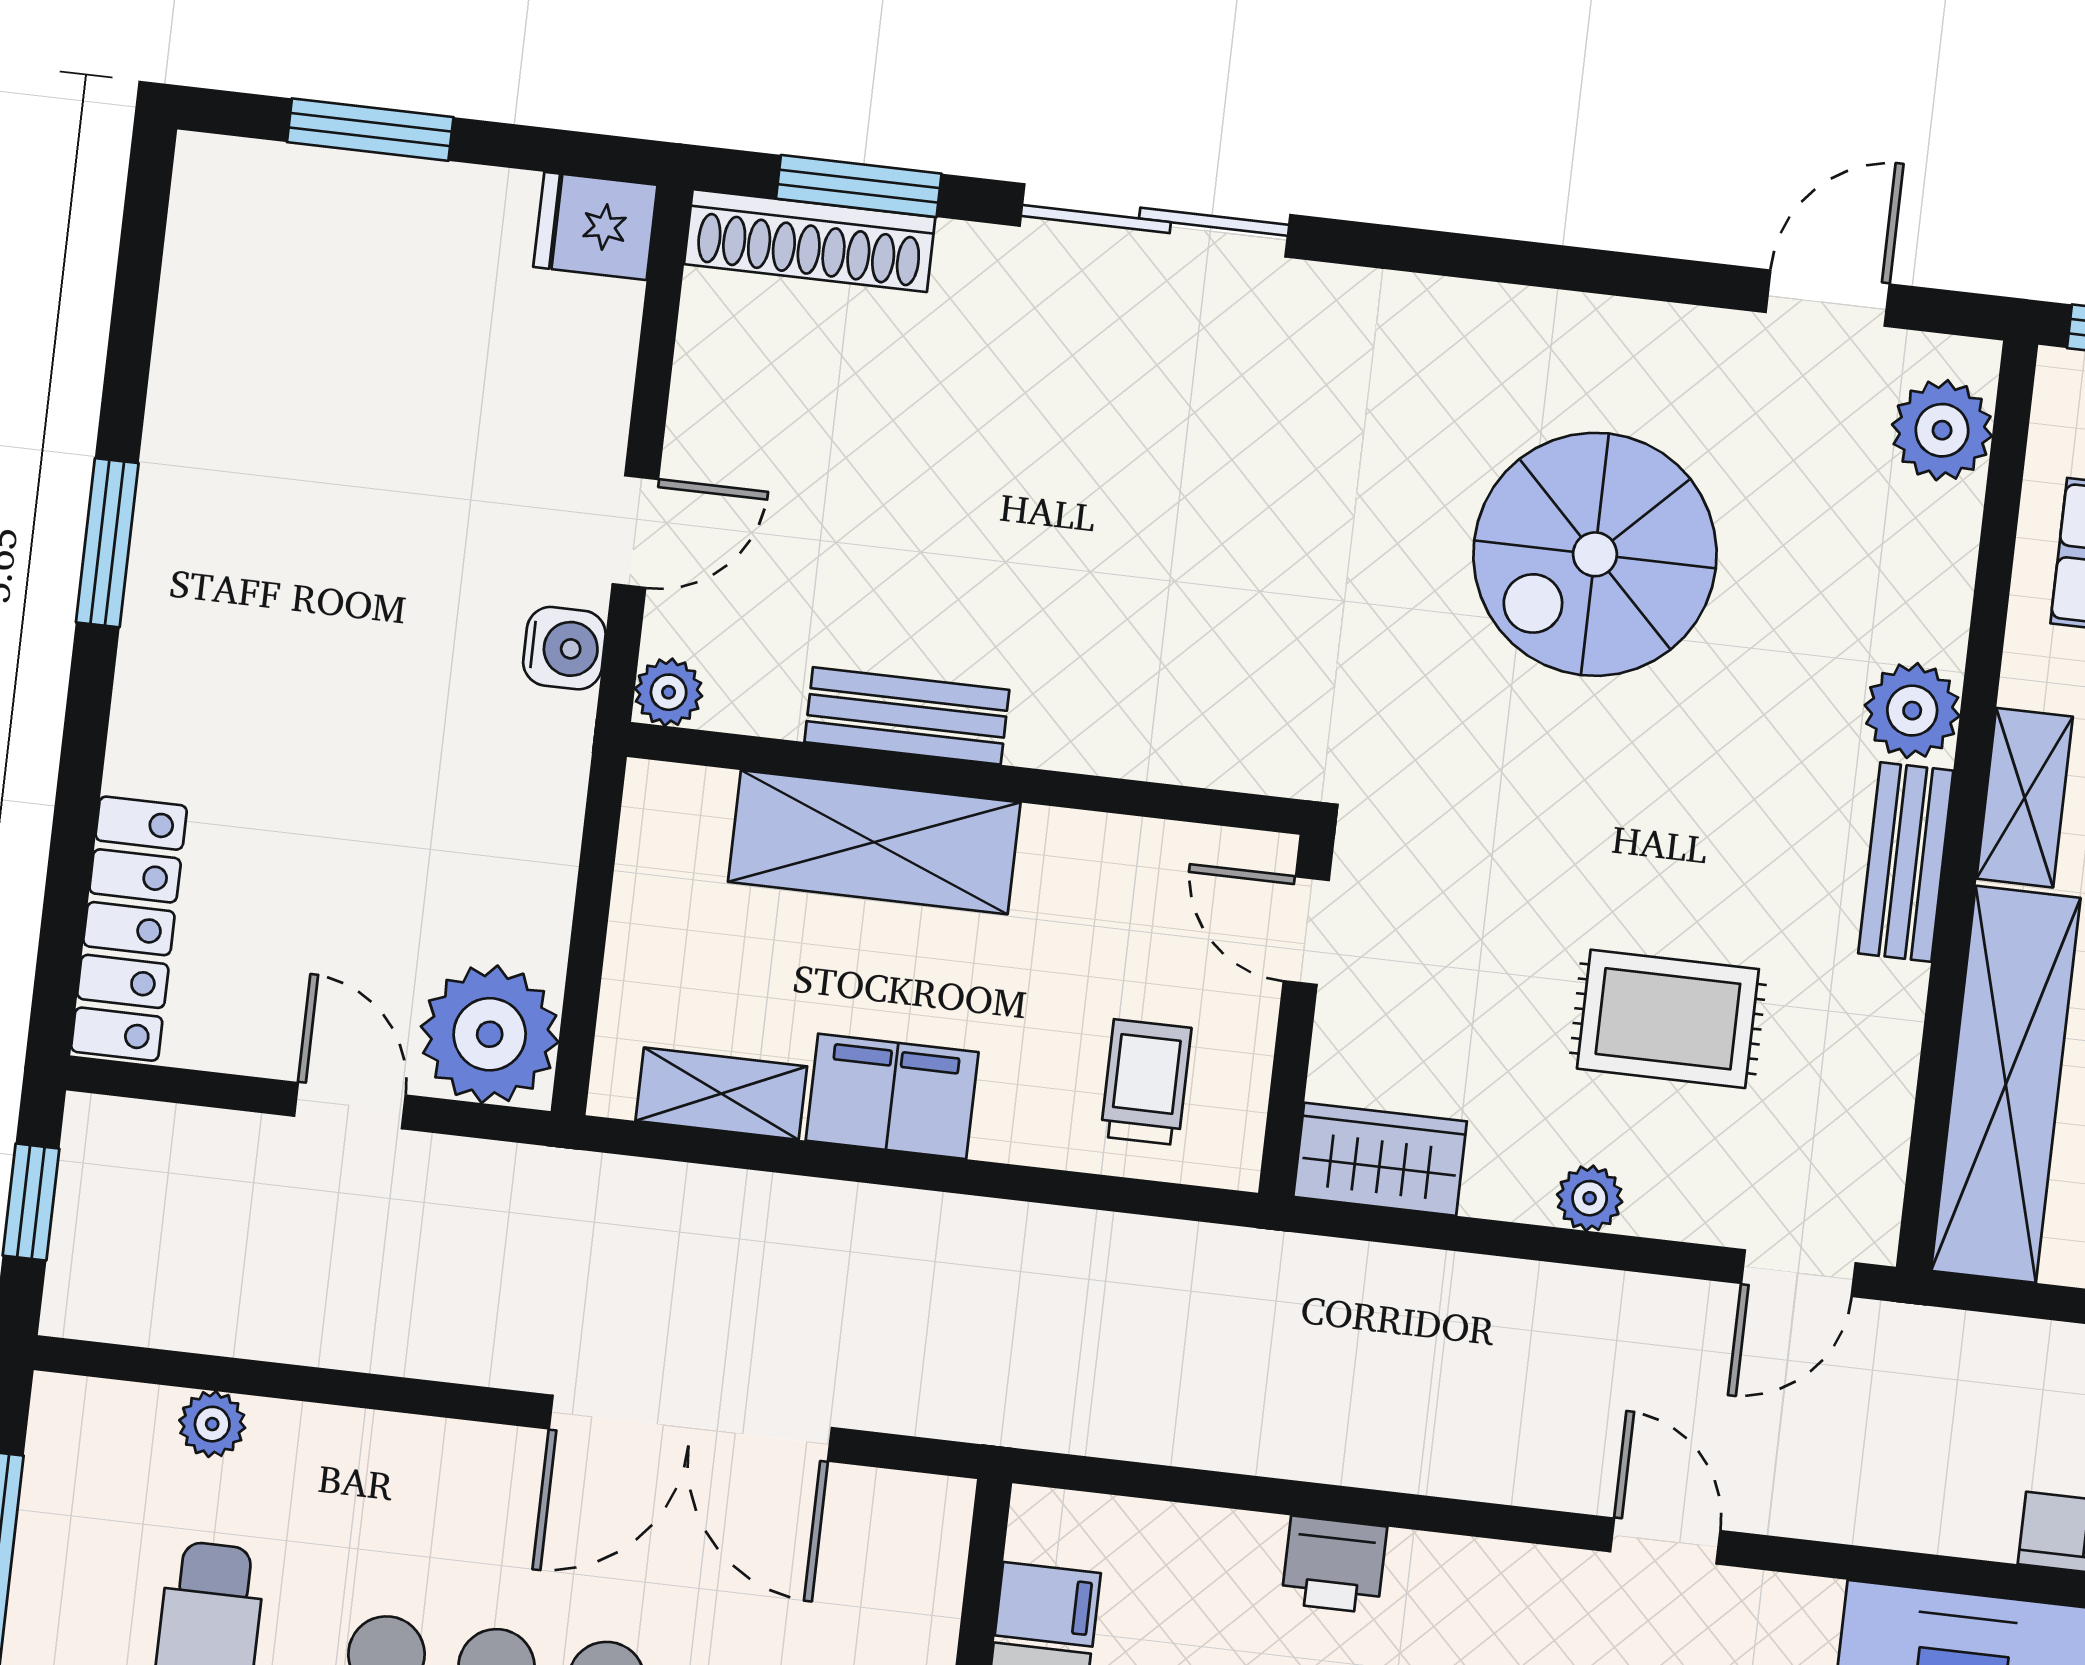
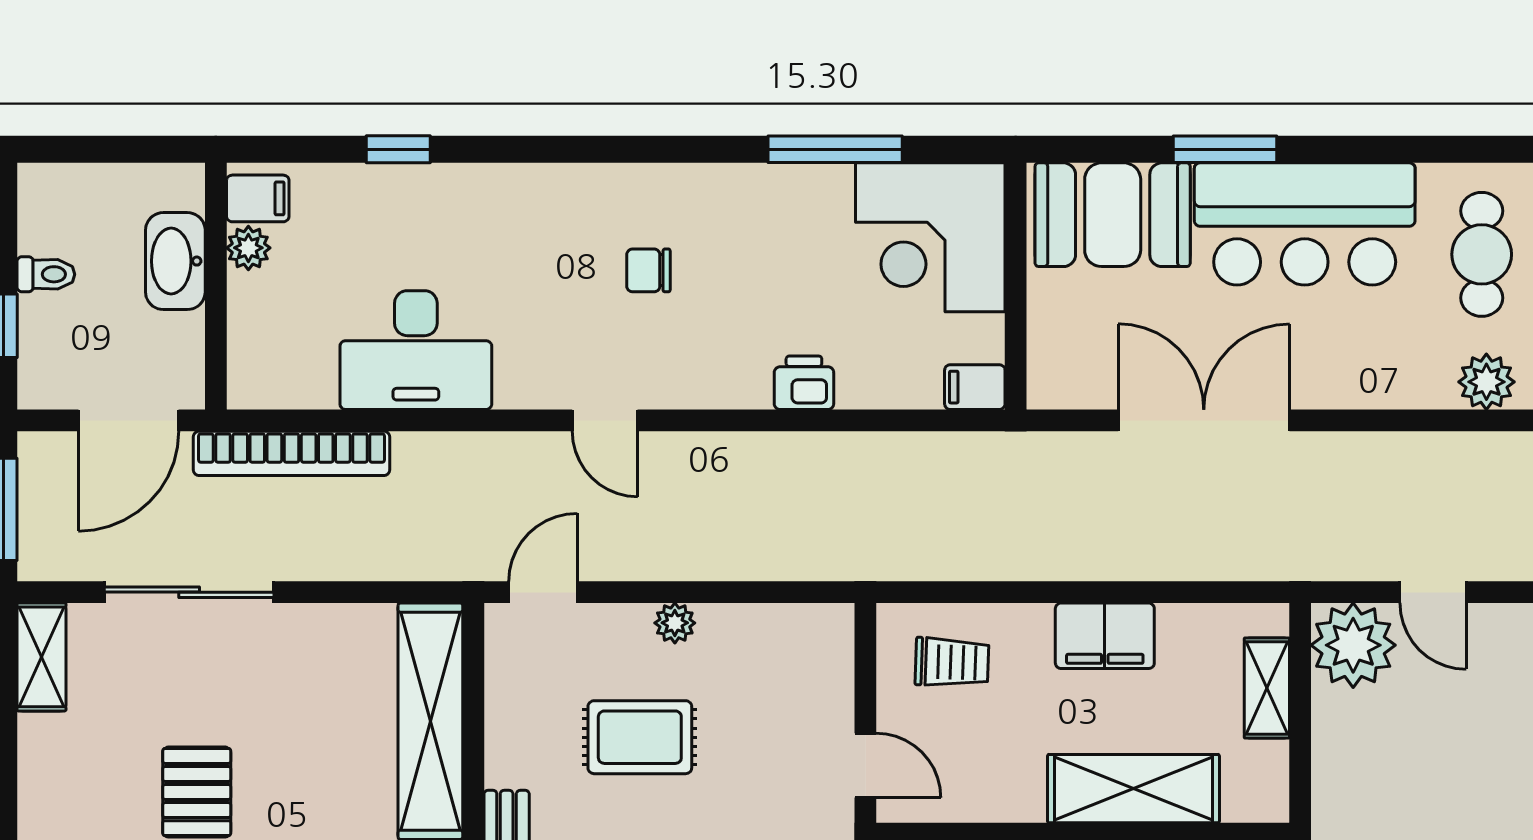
trolley: (1146, 1082) -> (952, 662), turned -88
shelving: (721, 1094) -> (1267, 688), moved, turned 90
wardrobe: (1380, 1159) -> (805, 632), removed
plant: (212, 1424) -> (1486, 382), width x1.38, depth x1.38
filing cabinet: (1048, 1604) -> (975, 387), moved

